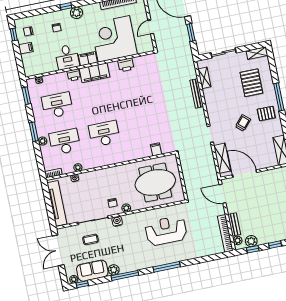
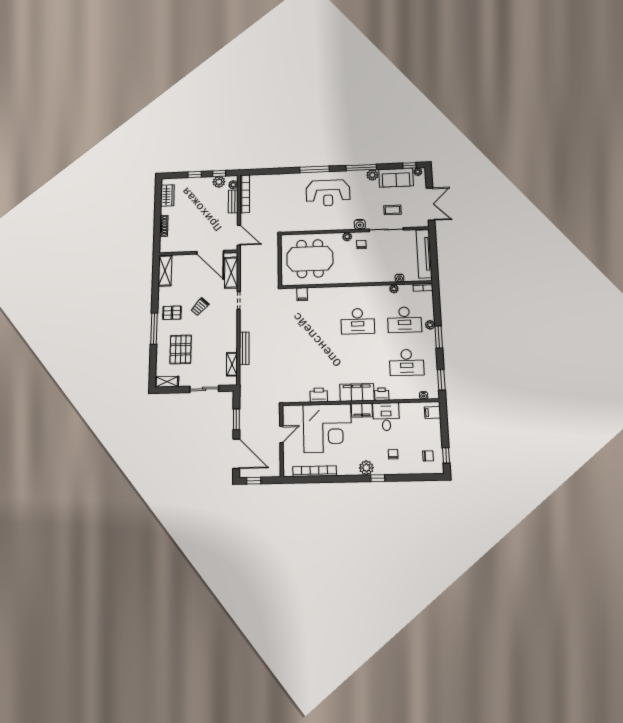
filing cabinet: (26, 48) -> (432, 412), moved
reception desk: (166, 231) -> (328, 193), moved

